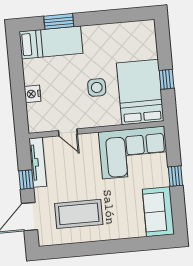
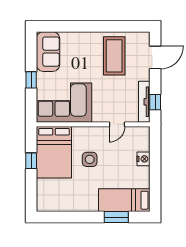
door: (68, 132) -> (117, 124), swing flipped
window: (26, 180) -> (155, 102), moved
coffee table: (79, 214) -> (114, 56), turned 90

